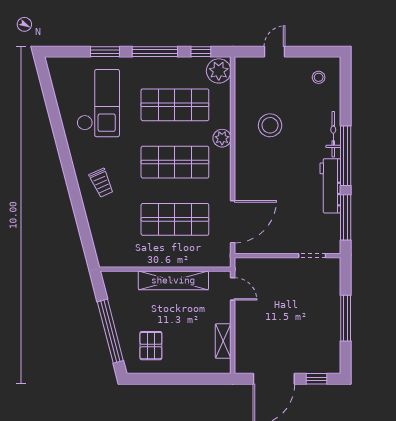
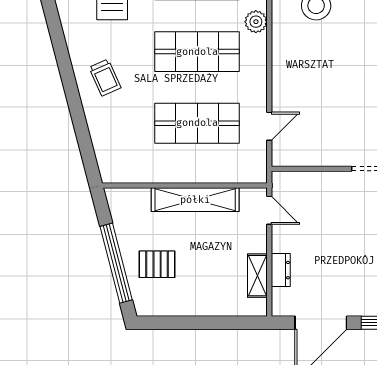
door: (233, 222) -> (269, 126), width x0.53
dresser: (242, 337) -> (281, 270), added
pallet: (151, 346) -> (157, 264), moved, turned 90

